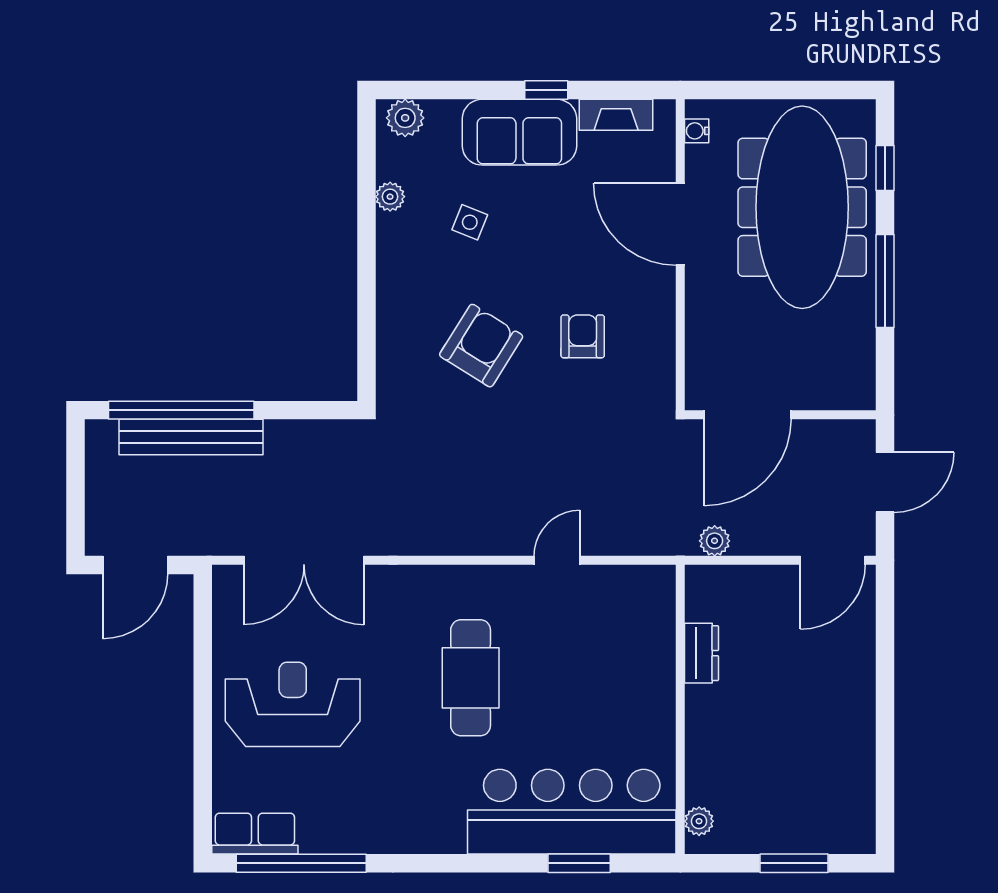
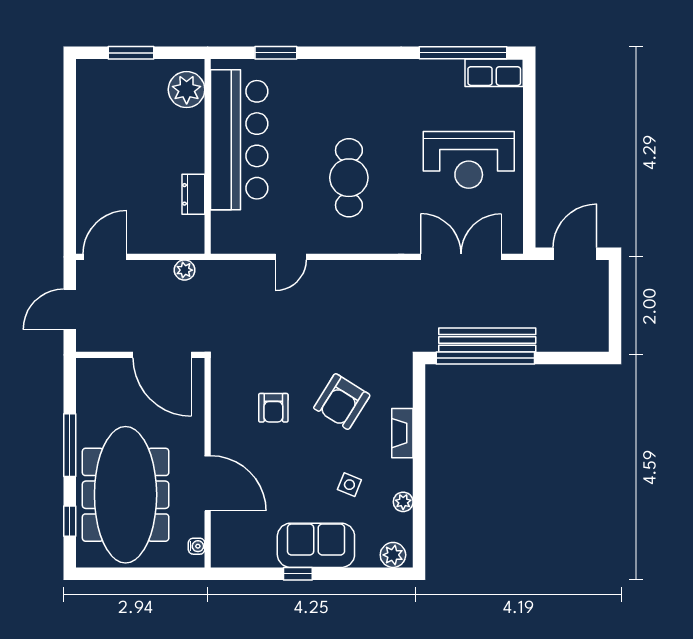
fireplace: (616, 115) -> (402, 433), moved, turned -90
window: (181, 410) -> (485, 358), moved
door: (748, 415) -> (162, 355), swing flipped
bench: (191, 437) -> (487, 340), moved
bar counter: (572, 812) -> (239, 140), moved, turned -90
plant: (699, 821) -> (187, 90), width x1.88, depth x1.88

